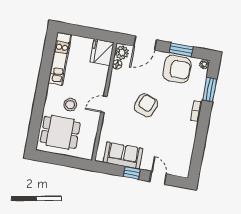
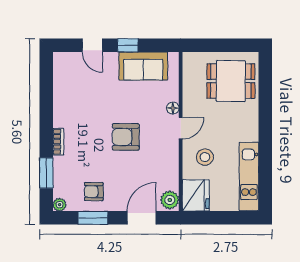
floor lamp: (117, 64) -> (173, 108), moved
armchair: (177, 69) -> (94, 192), width x0.53, depth x0.53
stool: (70, 105) -> (205, 157), moved
armchair: (146, 105) -> (126, 137), turned 70

